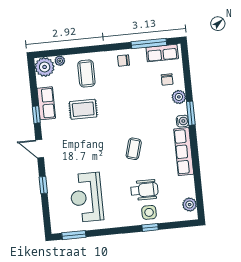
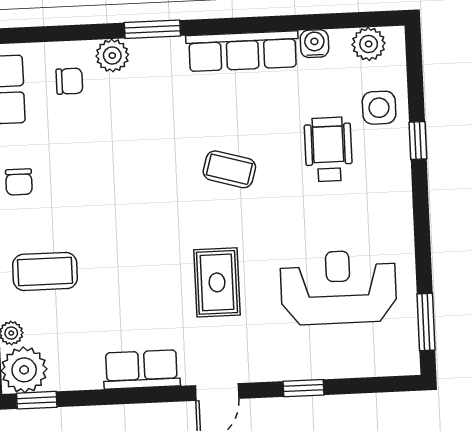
row of seats: (46, 103) -> (142, 369), moved
rug: (83, 109) -> (217, 282), moved
window: (36, 115) -> (37, 400), moved
water cooler: (182, 121) -> (314, 44), moved
reception desk: (87, 197) -> (338, 287), turned 180
side table: (149, 212) -> (379, 108), moved

